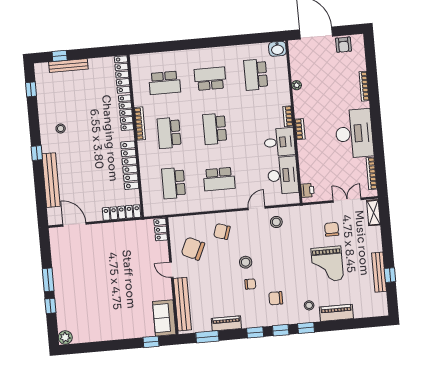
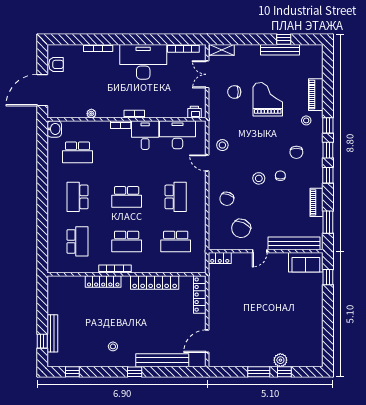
locker: (122, 75) -> (66, 282), removed
grand piano: (327, 264) -> (268, 99), turned -90
plant: (65, 337) -> (280, 360), moved

